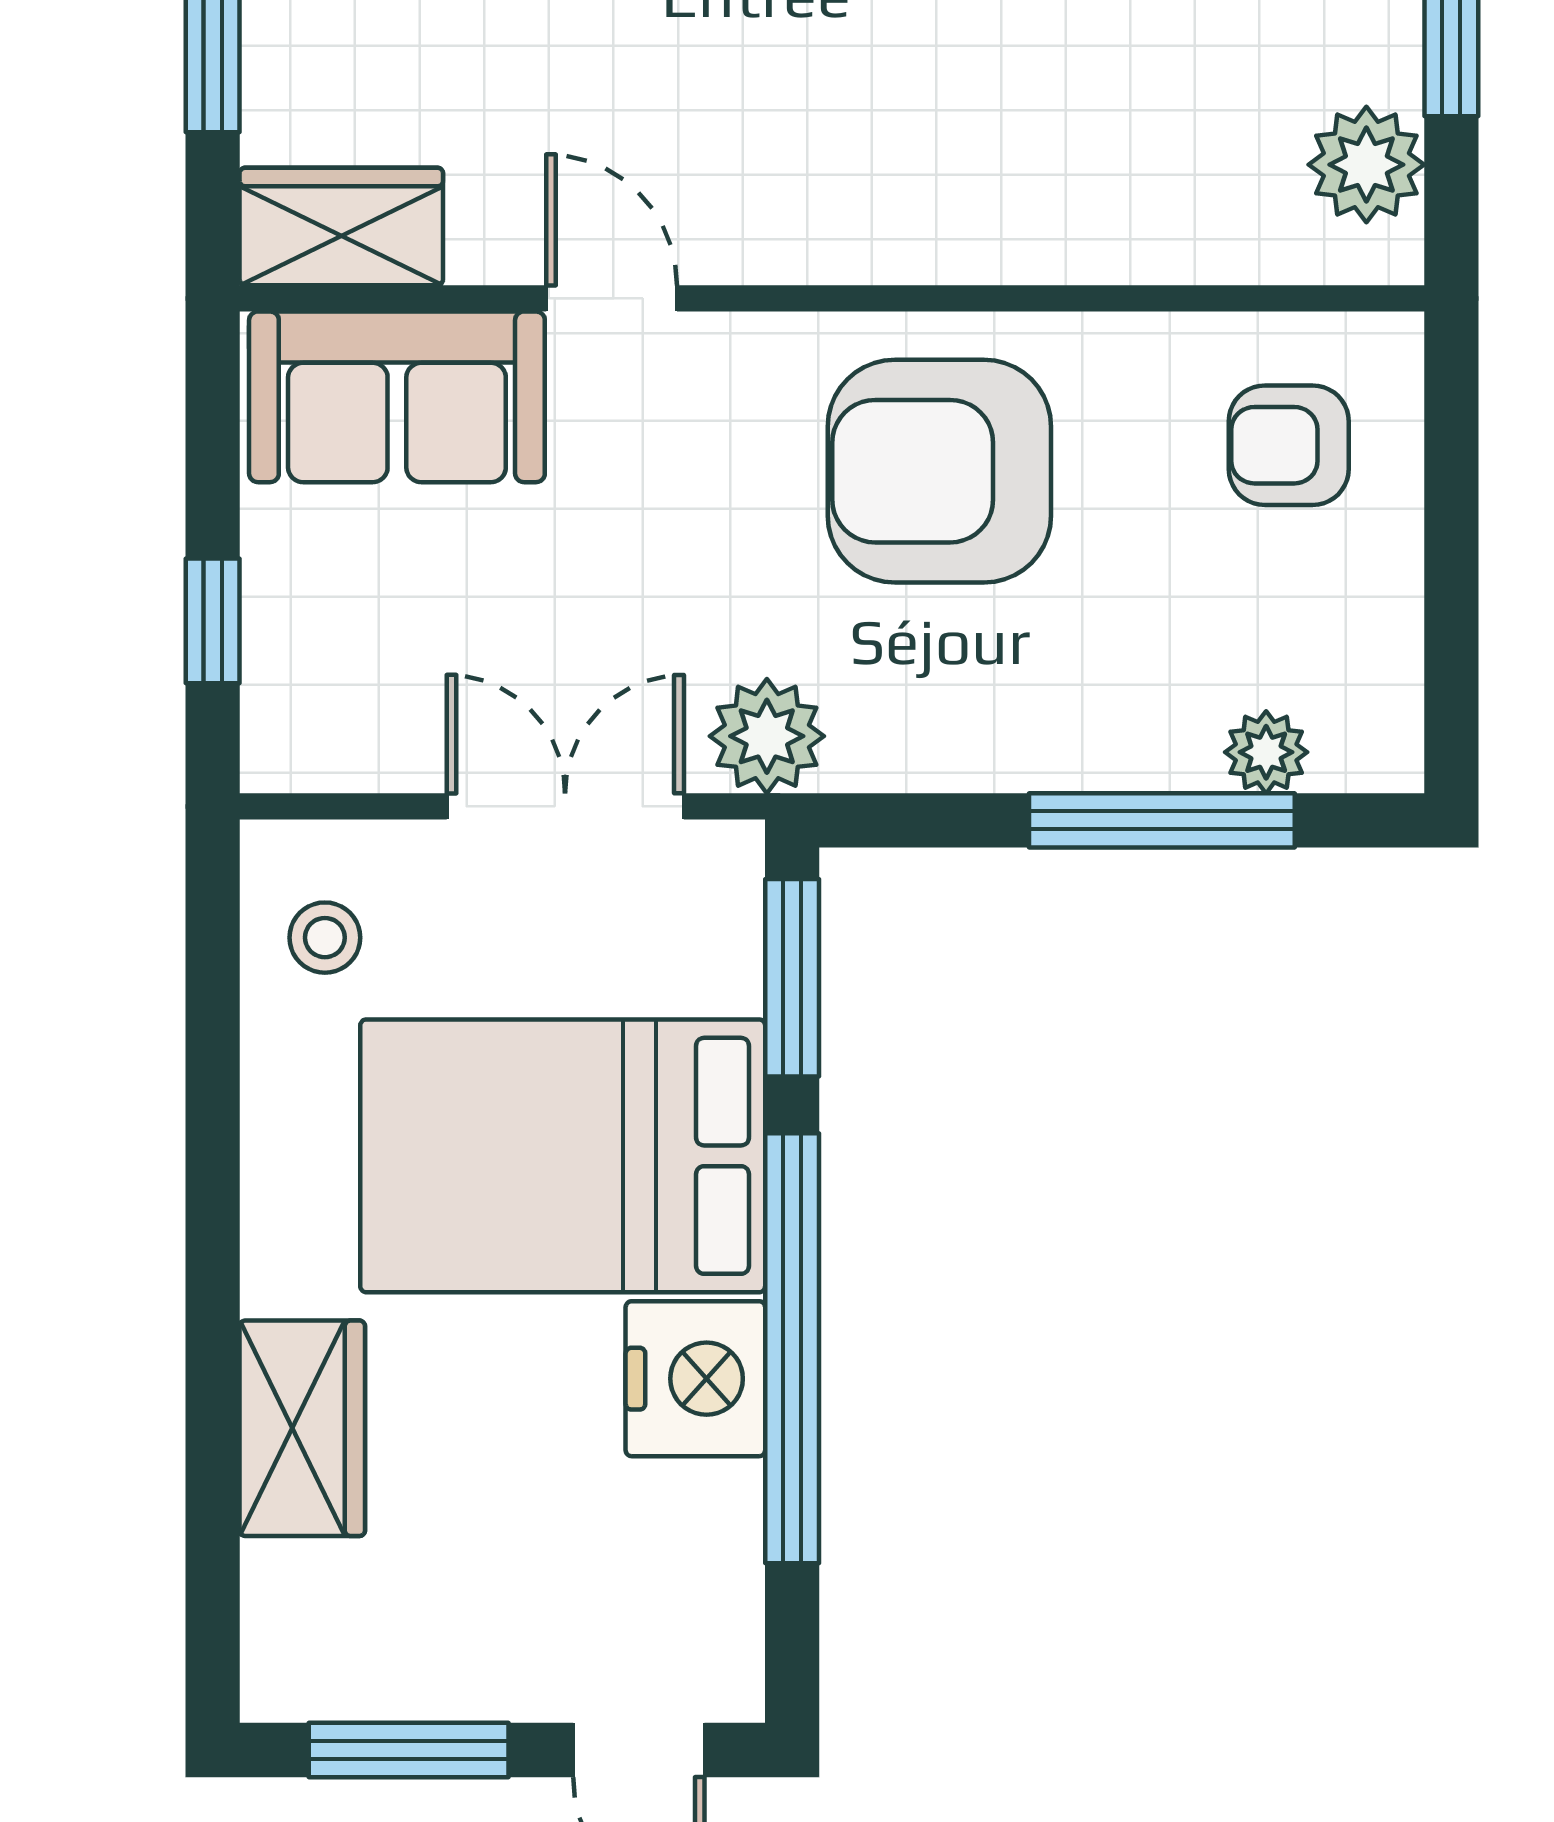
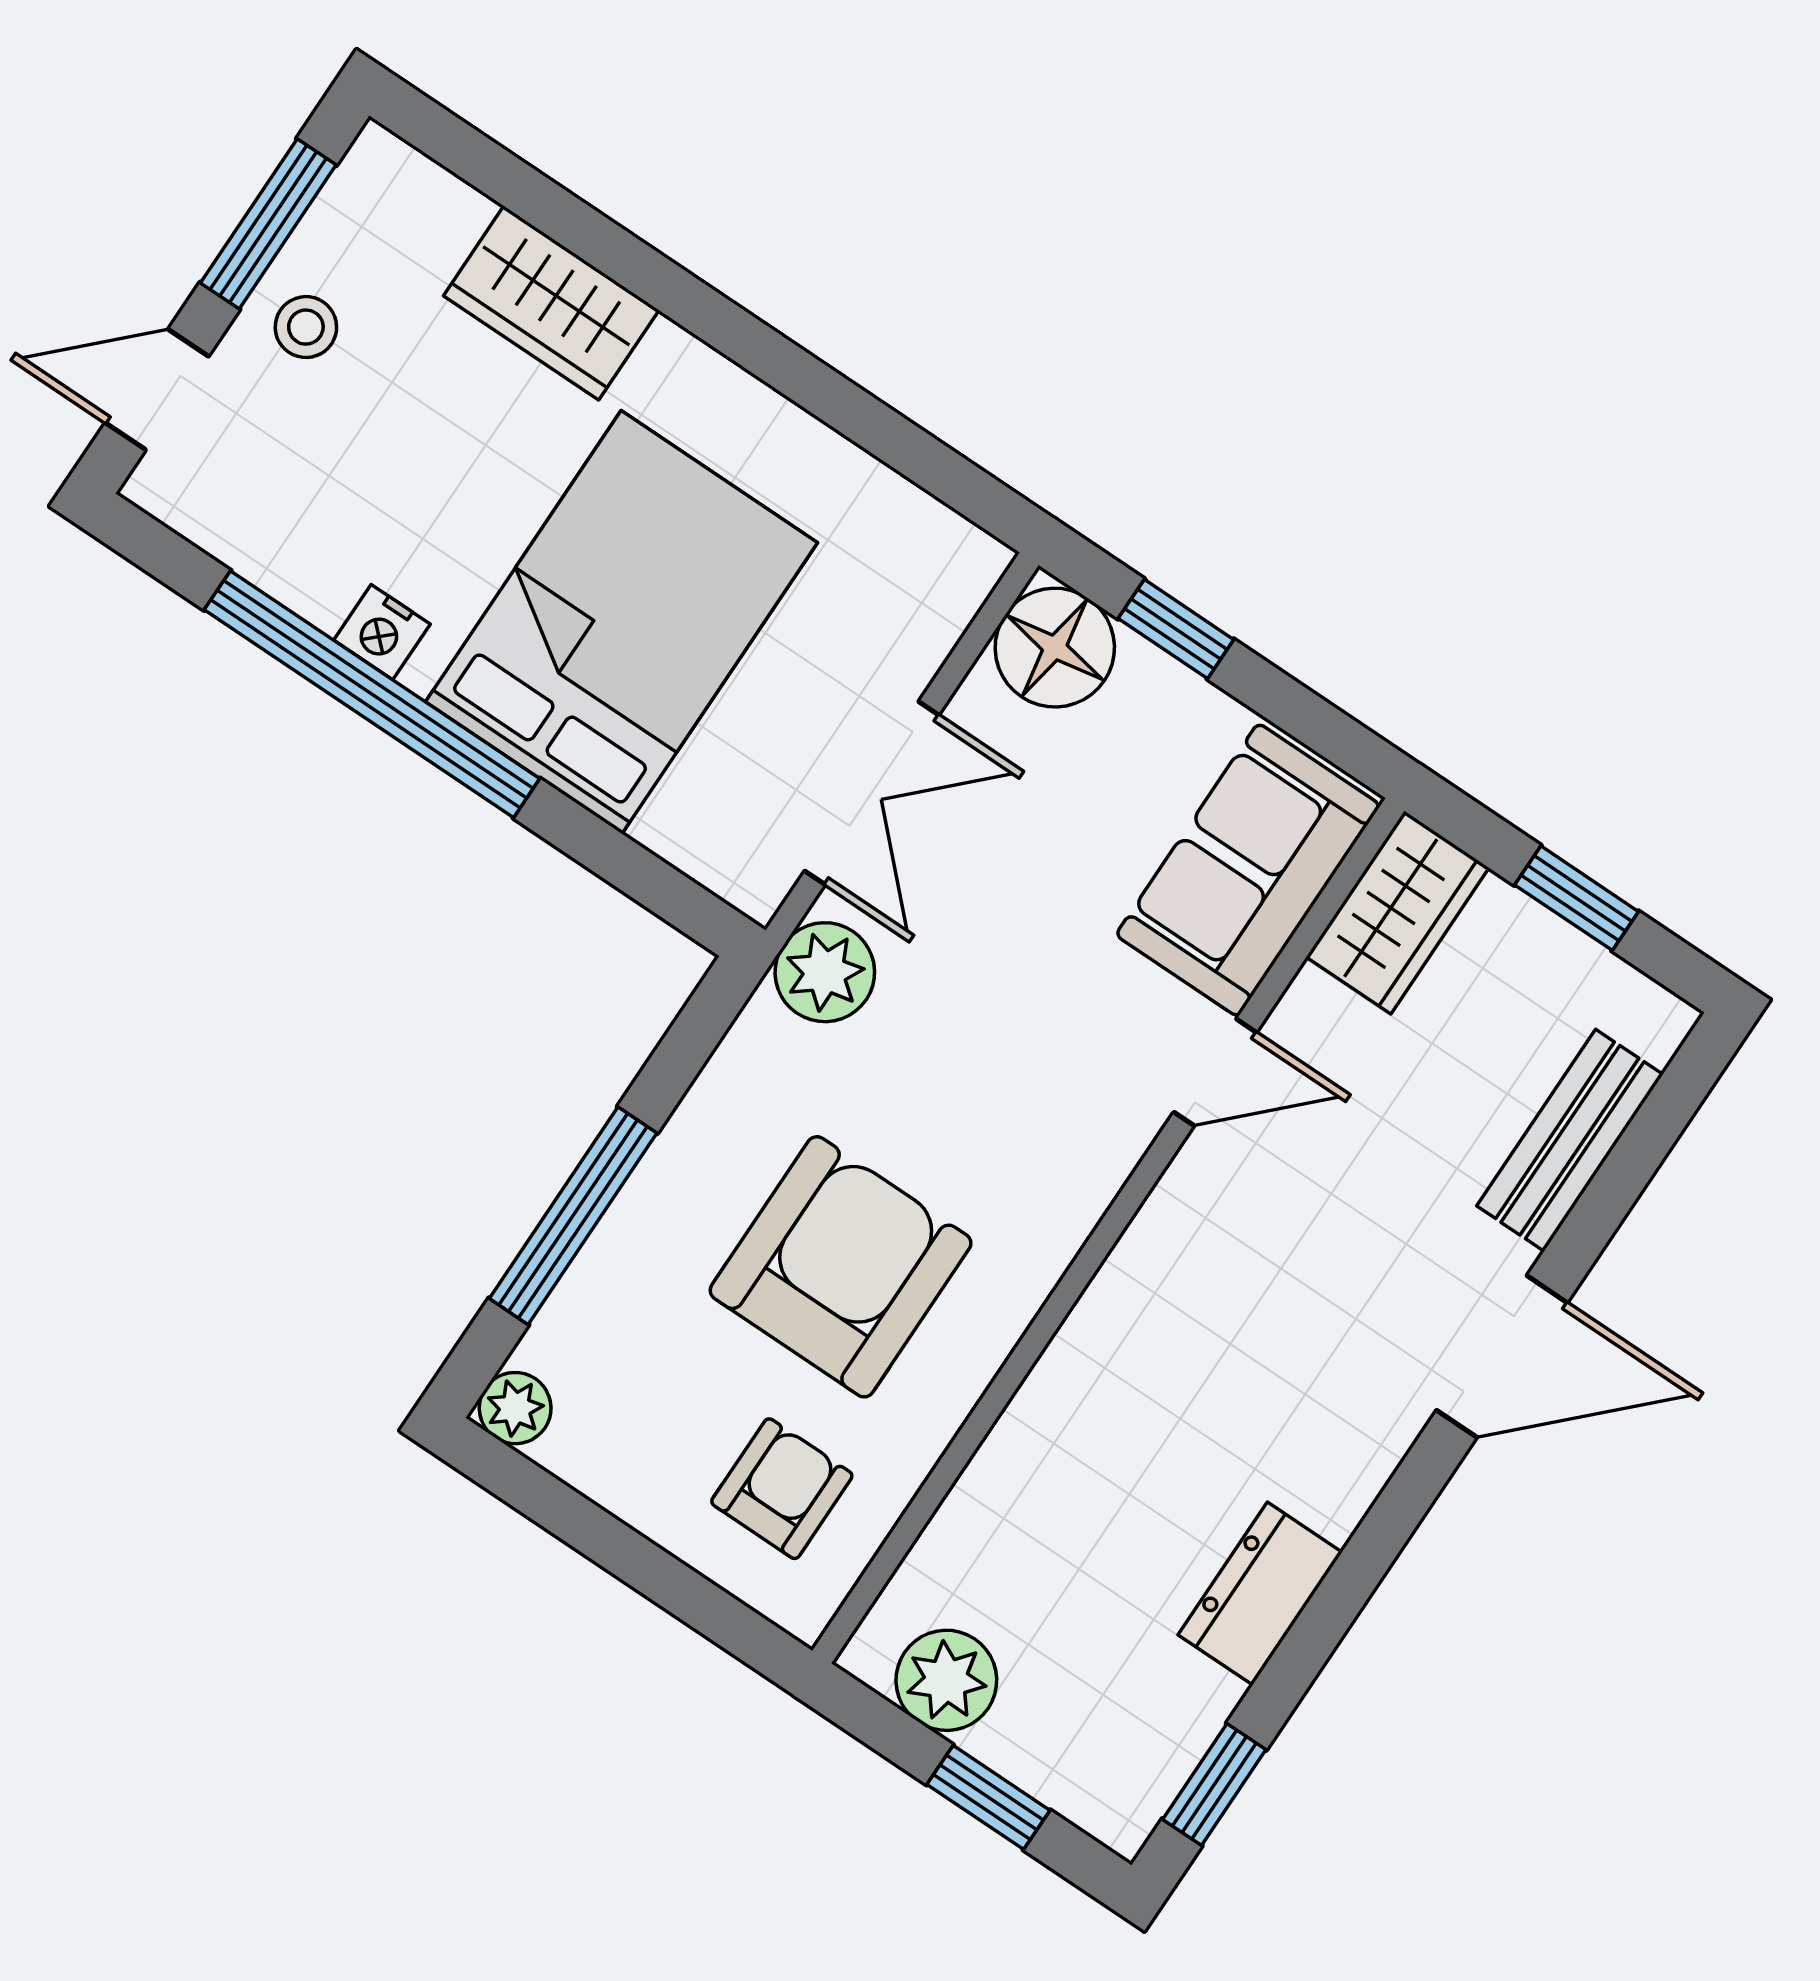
armchair: (939, 471) -> (841, 1267), moved
floor lamp: (308, 725) -> (1055, 648), added
plant: (1266, 752) -> (515, 1408), moved
stool: (325, 938) -> (306, 327), moved
window: (792, 978) -> (639, 873), removed
nightstand: (695, 1379) -> (382, 632), width x0.53, depth x0.56

